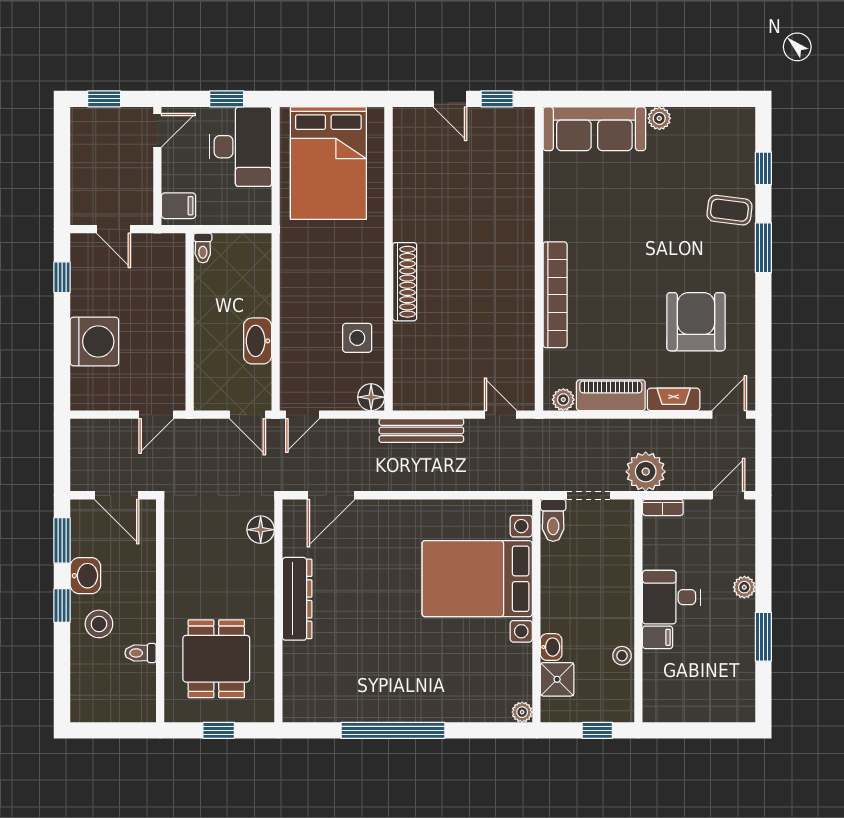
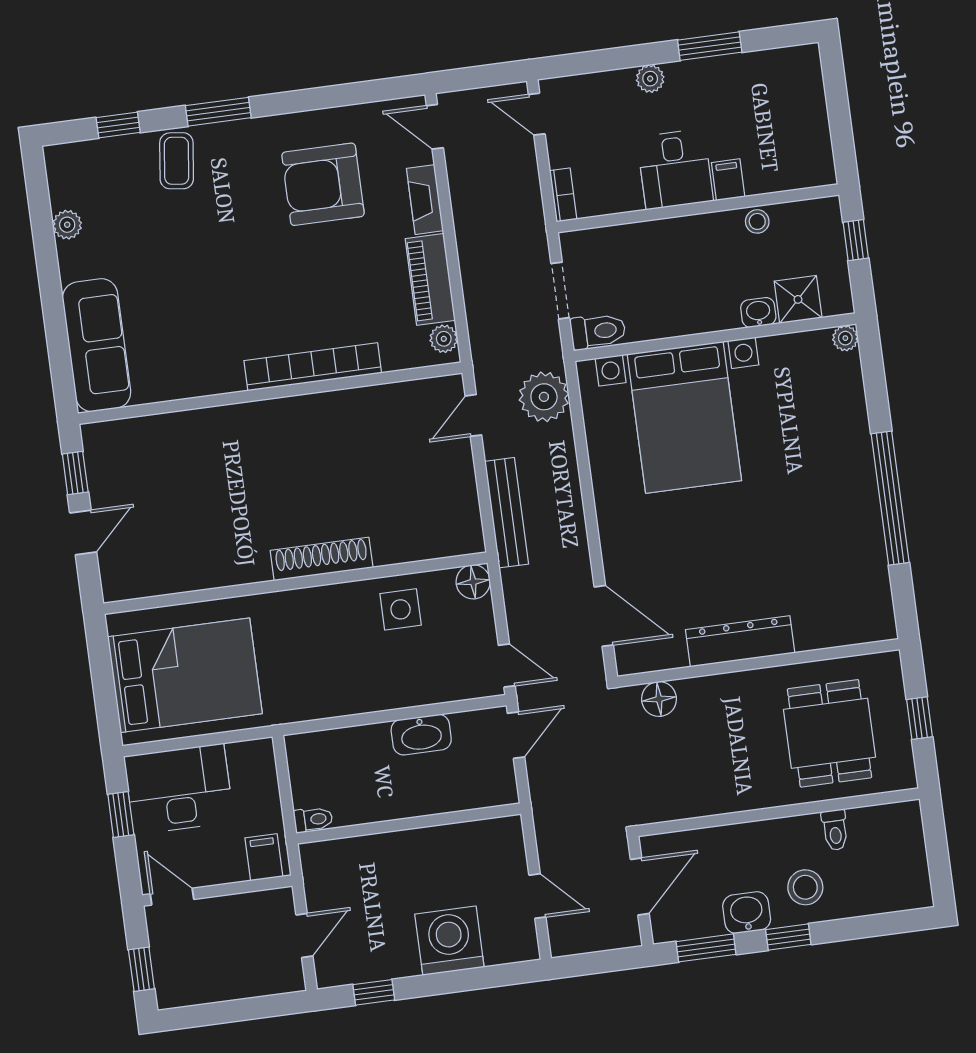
plant: (659, 118) -> (67, 225), moved
door: (156, 415) -> (537, 896), moved
plant: (646, 472) -> (544, 397), moved
dining table: (216, 659) -> (829, 733), turned 90

